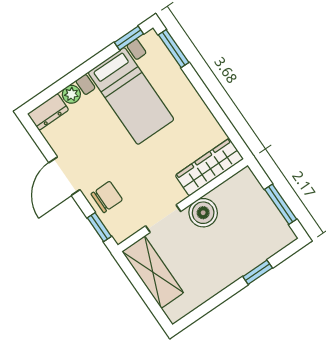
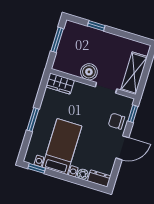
window: (174, 49) -> (33, 120), moved
wardrobe: (209, 167) -> (60, 84), width x0.67

